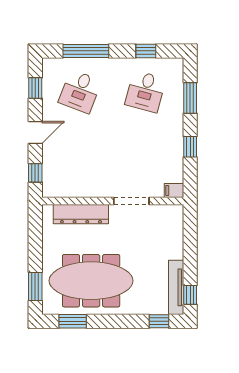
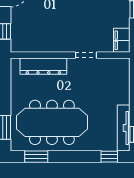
filing cabinet: (174, 190) -> (122, 40), width x2.00
doorway: (131, 201) -> (86, 55), width x0.73

